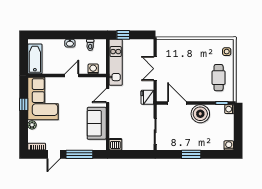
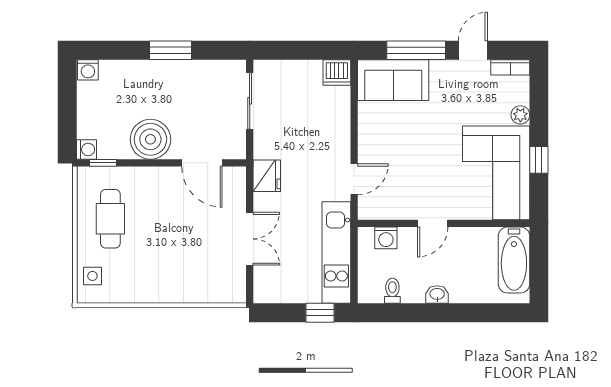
sofa: (97, 123) -> (393, 80), moved, turned 90

